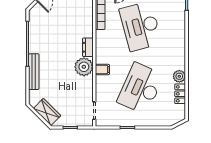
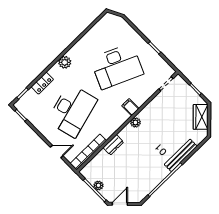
dresser: (88, 47) -> (113, 145), moved
plant: (84, 67) -> (135, 123), width x0.53, depth x0.53
plant: (179, 76) -> (65, 62), moved
locker: (180, 94) -> (42, 83), moved

